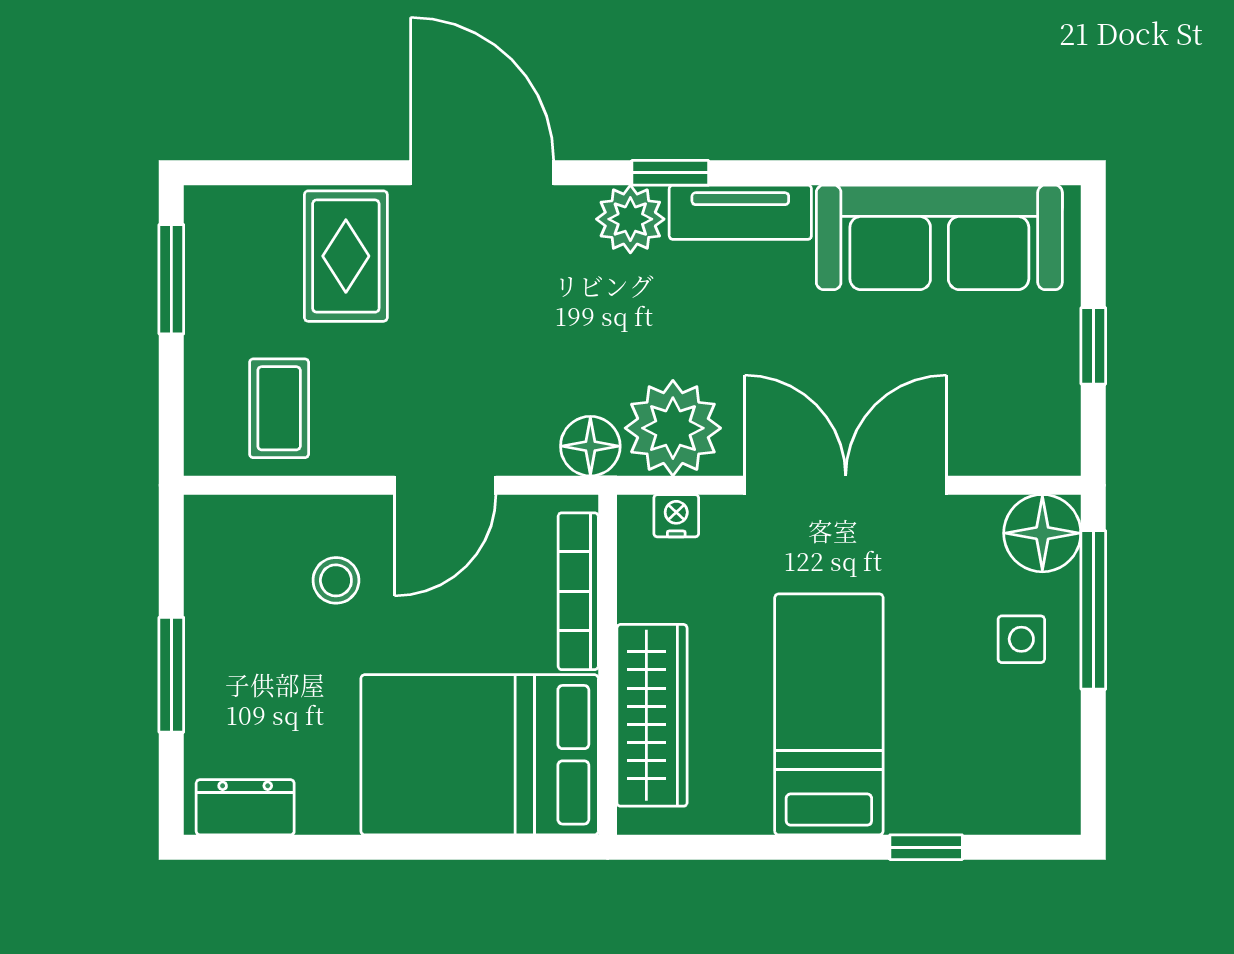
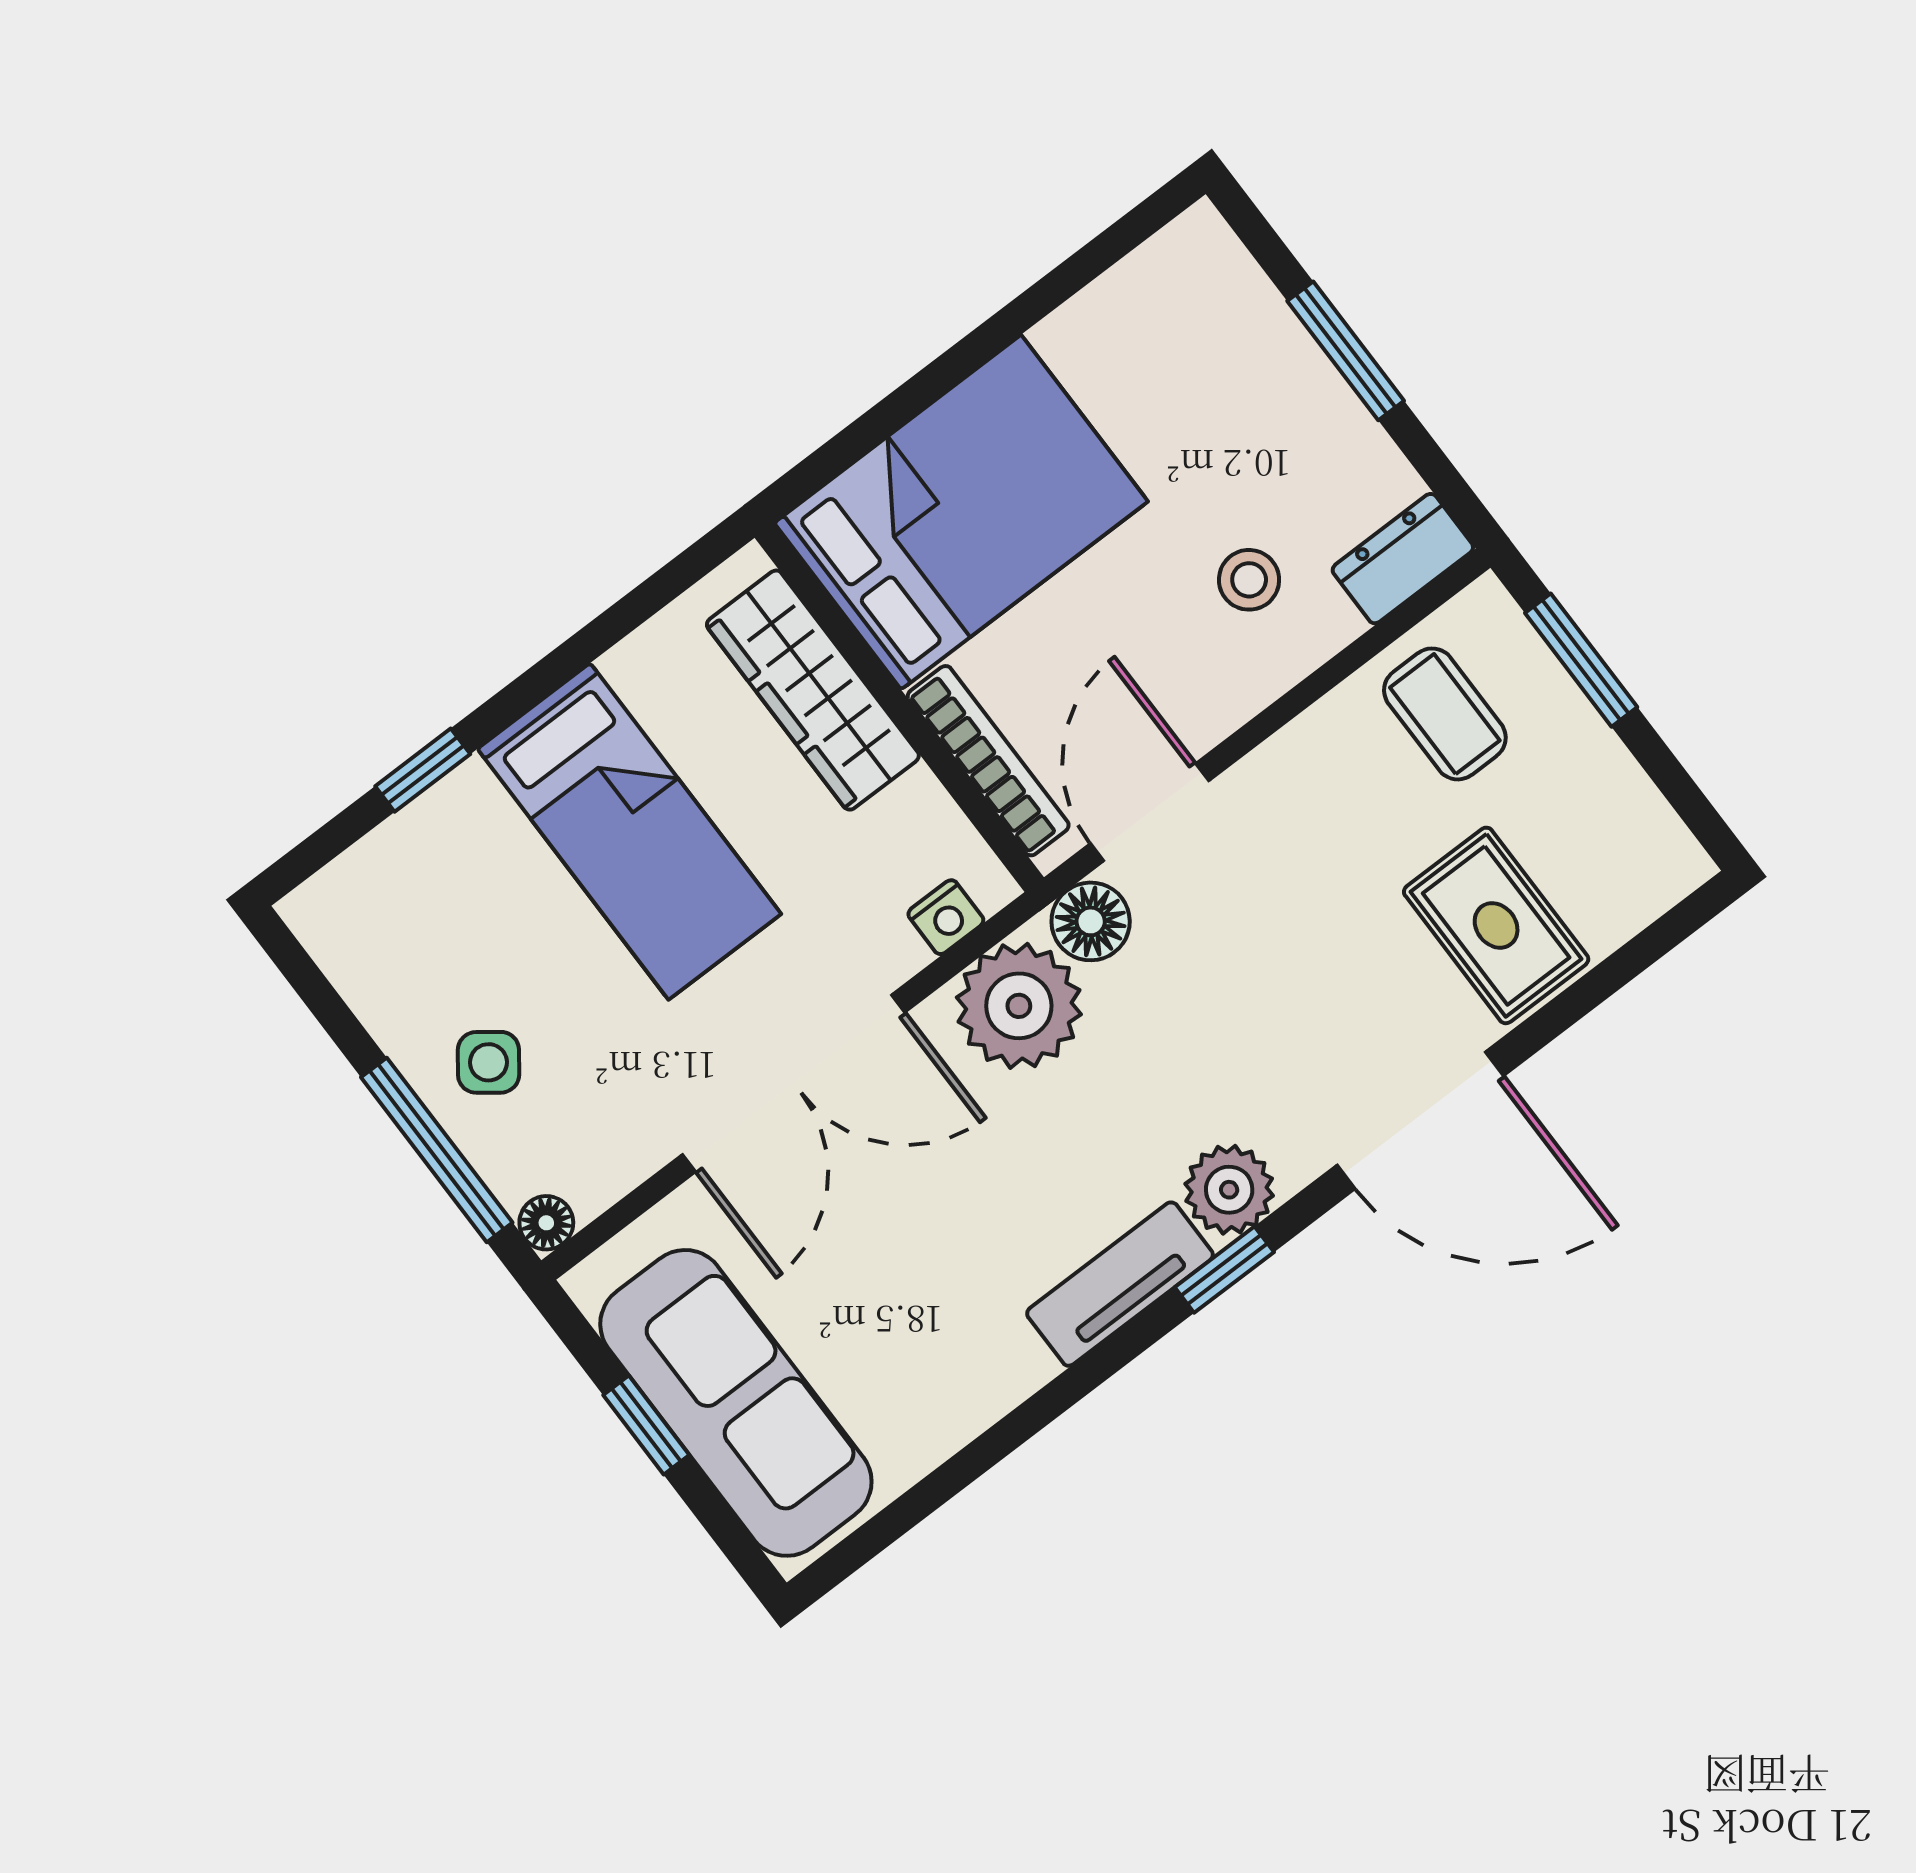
sofa: (939, 237) -> (736, 1403), moved, turned 90
window: (171, 279) -> (1581, 660), moved
door: (445, 485) -> (1150, 812), moved
floor lamp: (1042, 533) -> (546, 1223), width x0.53, depth x0.53
side table: (1021, 639) -> (488, 1062), turned 37
dresser: (245, 807) -> (1403, 559), moved, turned 180

